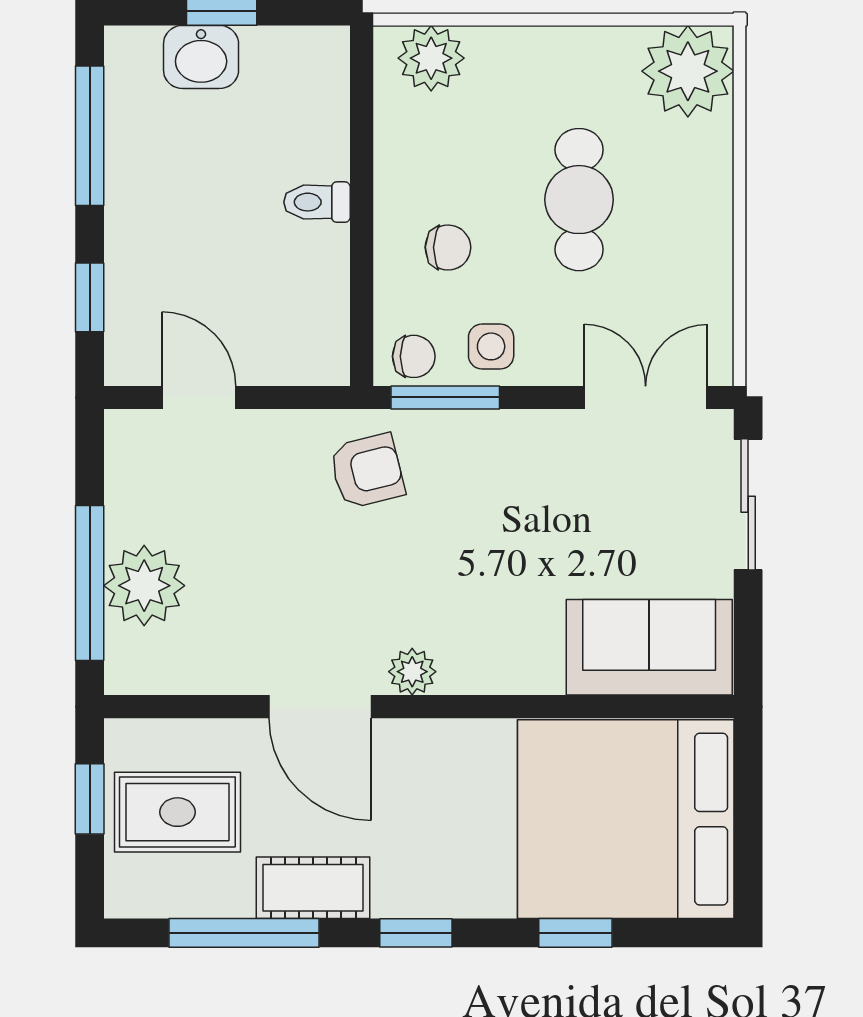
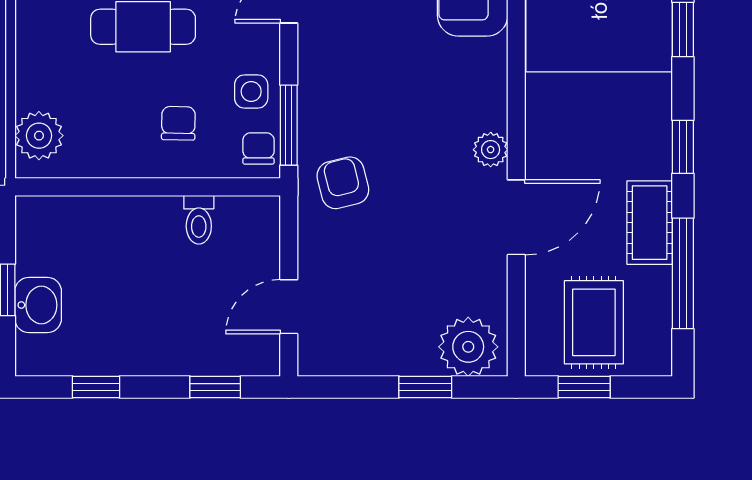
window: (90, 136) -> (96, 387), width x0.46
toilet: (317, 202) -> (199, 220), moved
window: (90, 583) -> (425, 387), width x0.46
plant: (144, 586) -> (468, 347), moved

